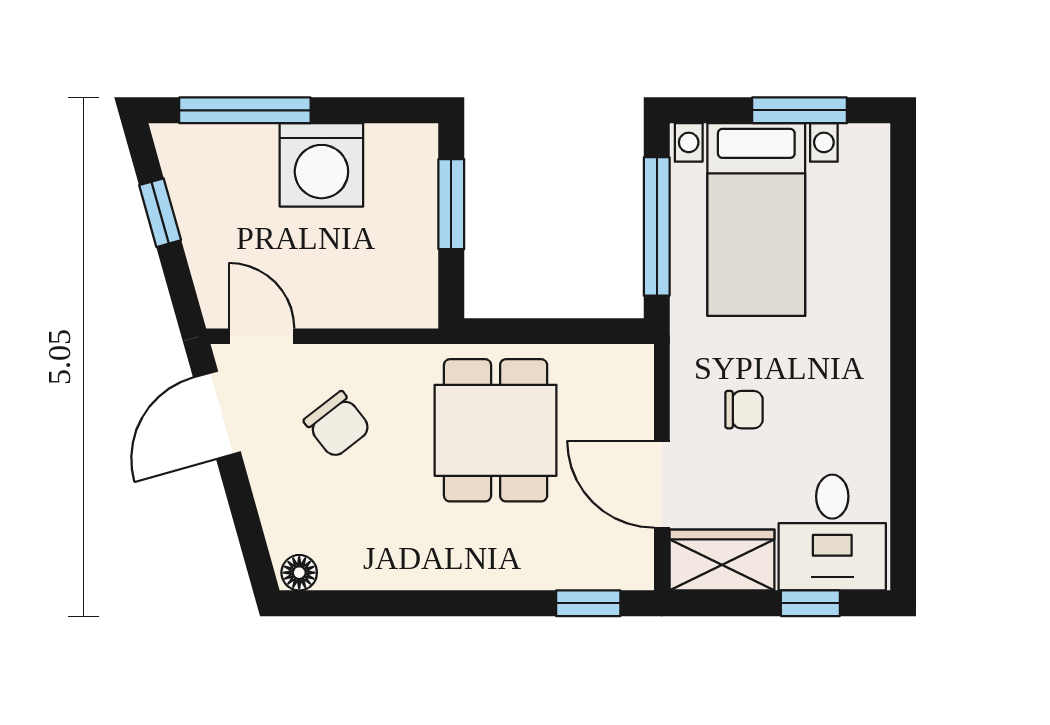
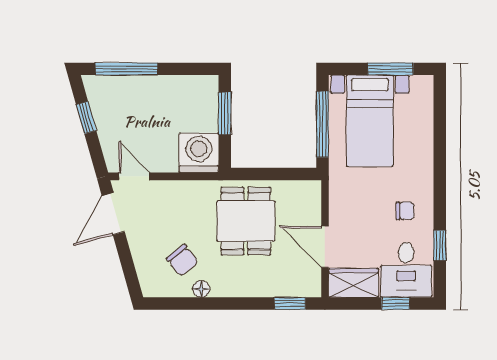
washing machine: (321, 165) -> (199, 153), moved, turned 180
chair: (744, 410) -> (405, 211), moved
chair: (337, 425) -> (182, 260), moved
window: (903, 481) -> (440, 245), added
floor lamp: (299, 573) -> (201, 289), moved

